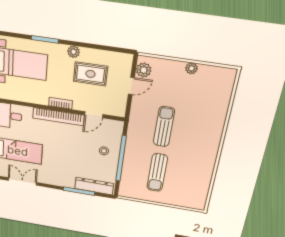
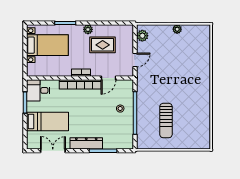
door: (131, 86) -> (135, 60), moved
sun lounger: (164, 127) -> (165, 79), removed
dresser: (94, 186) -> (86, 143), moved

